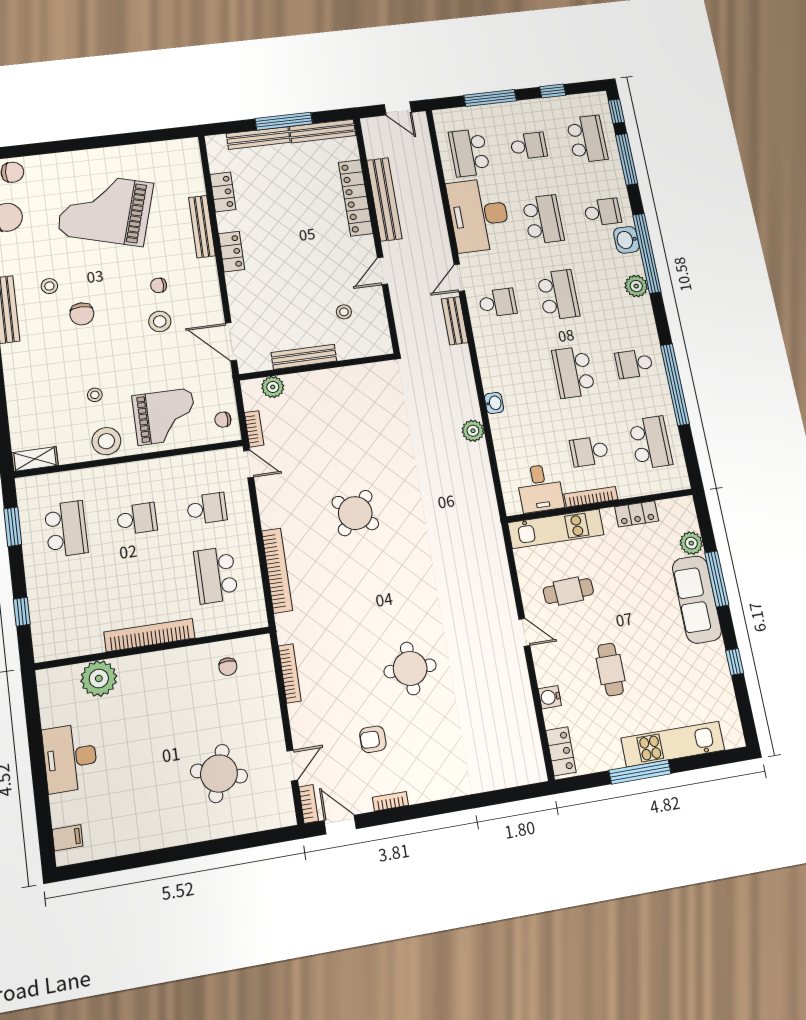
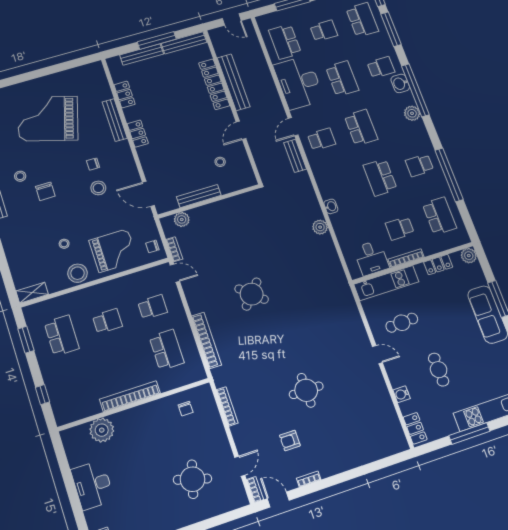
plant: (691, 543) -> (469, 256), moved
school desk: (216, 575) -> (167, 350), turned 180

